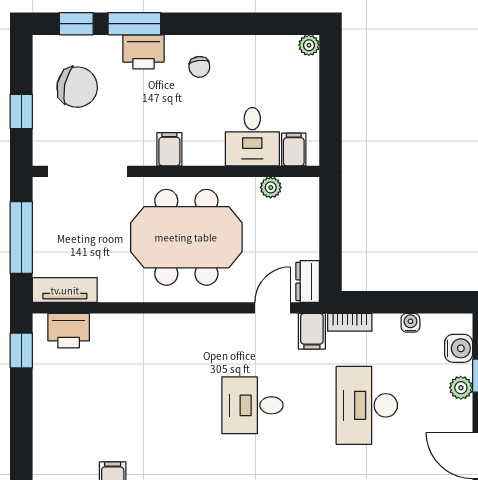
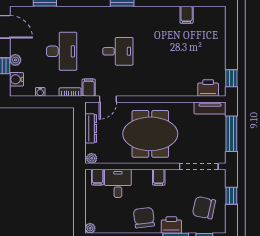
chair: (199, 67) -> (144, 218), width x1.87, depth x1.87
plant: (271, 187) -> (92, 158), moved
dresser: (308, 281) -> (91, 128), moved, width x1.44

